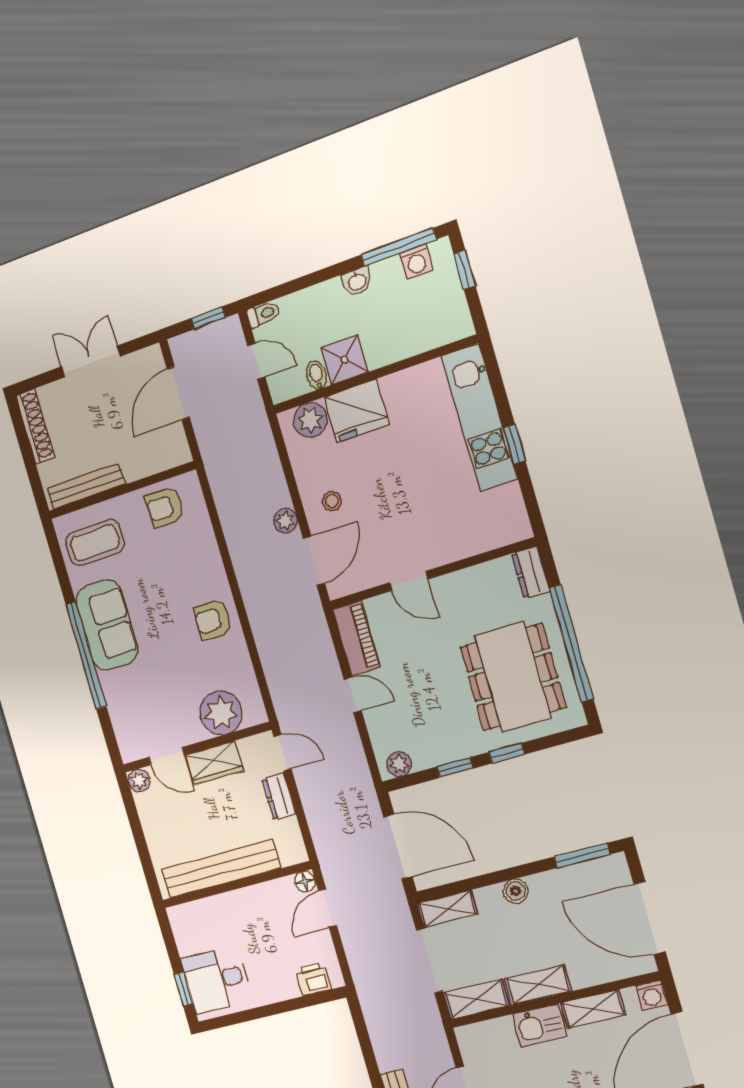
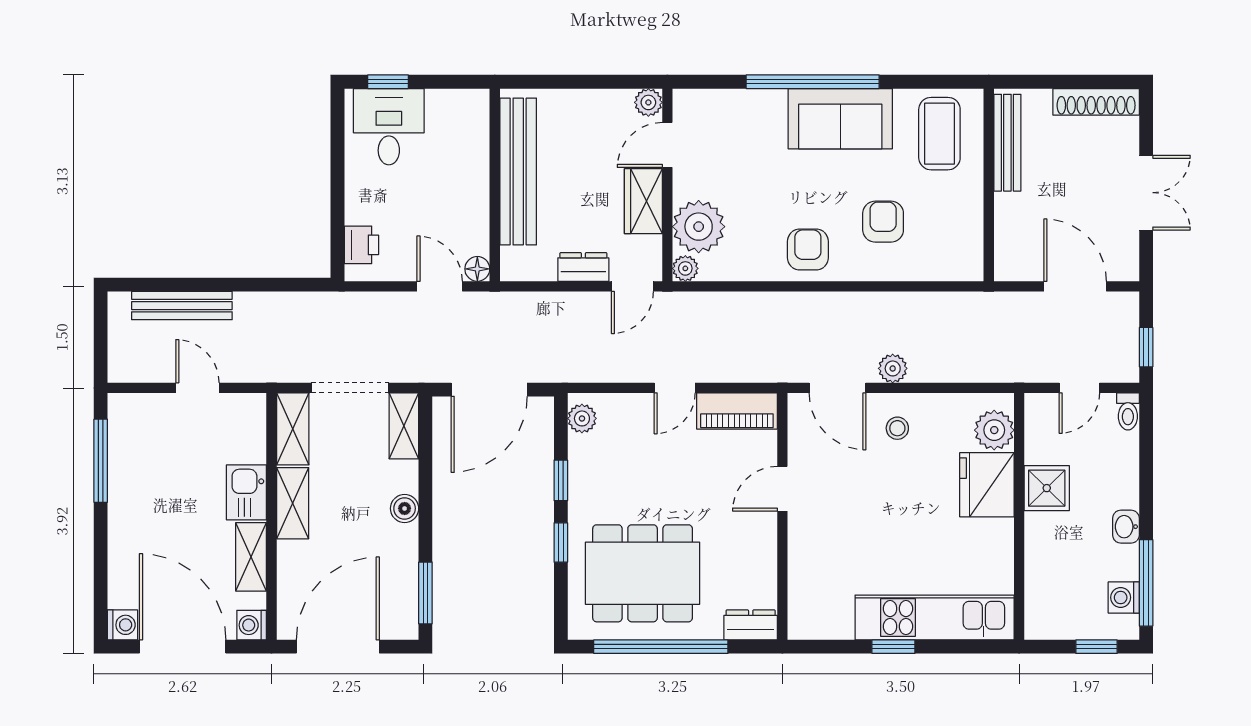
bidet: (316, 375) -> (1041, 452), removed
armchair: (165, 507) -> (883, 222), moved
plant: (256, 714) -> (685, 268), added

